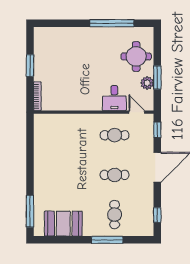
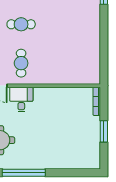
cafe table: (115, 135) -> (21, 63), turned 90

